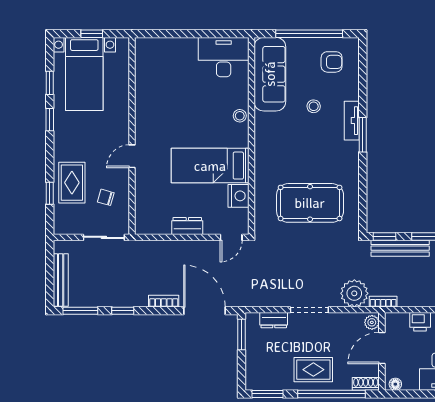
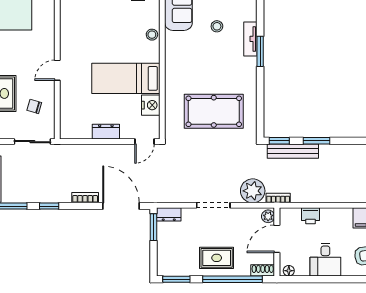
dresser: (274, 320) -> (169, 214), moved

